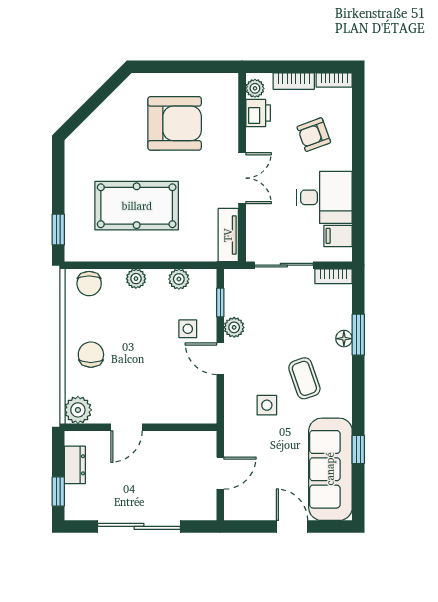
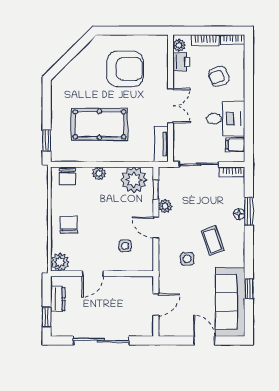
plant: (179, 279) -> (134, 180), width x1.87, depth x1.87
side table: (188, 329) -> (125, 246), moved

